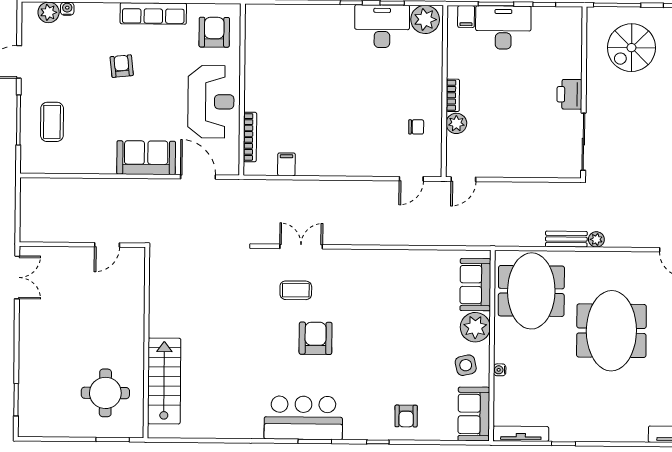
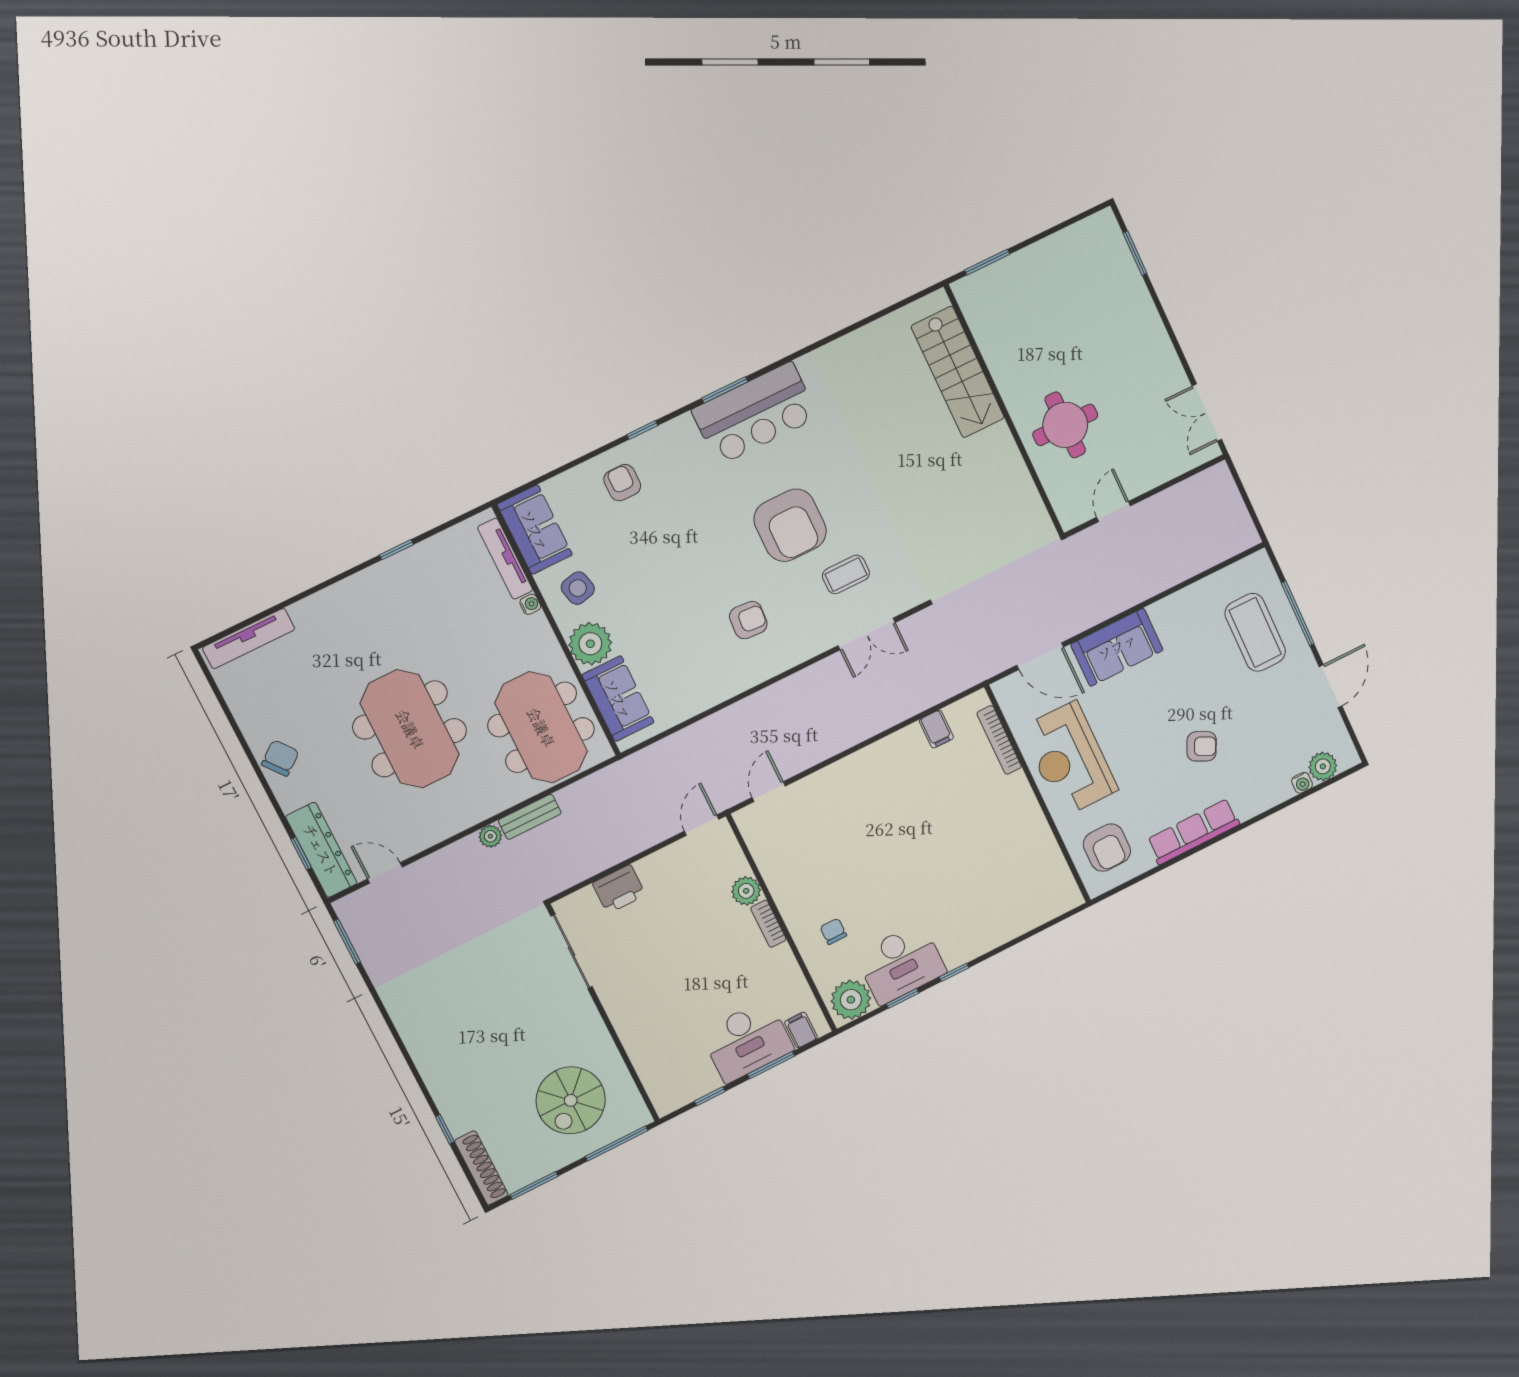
spiral stairs: (631, 48) -> (571, 1100), turned 180
armchair: (122, 66) -> (1202, 746), turned -58
printer: (569, 94) -> (619, 889), moved, turned 90
coffee table: (52, 122) -> (1255, 632), width x1.36, depth x1.32
chair: (416, 127) -> (833, 931), moved, turned 90
armchair: (371, 293) -> (748, 620), added
armchair: (316, 338) -> (790, 525), width x1.36, depth x1.36
round table: (105, 393) -> (1065, 425), moved
tv unit: (521, 434) -> (505, 559), moved, turned 90

